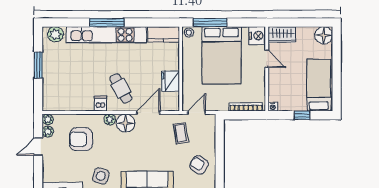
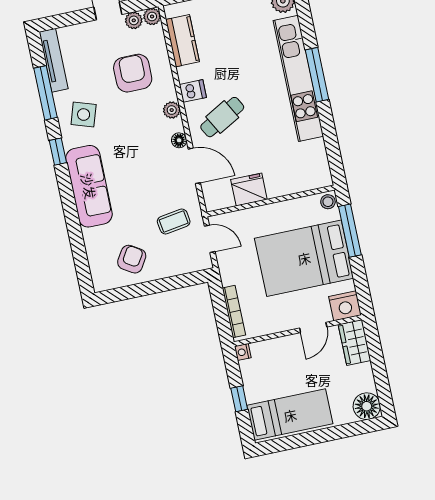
kitchen counter: (164, 34) -> (182, 41), moved, turned 180
floor lamp: (126, 123) -> (179, 140), width x0.53, depth x0.53

